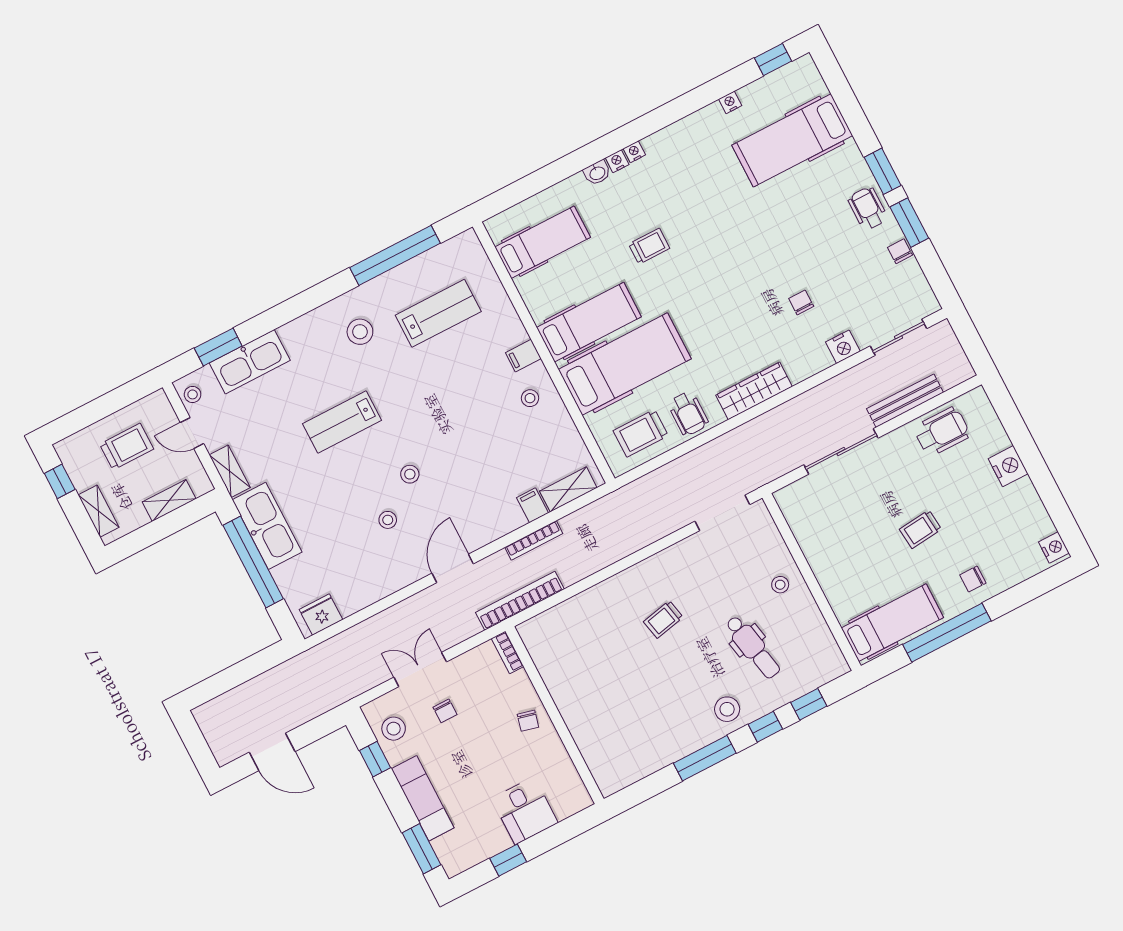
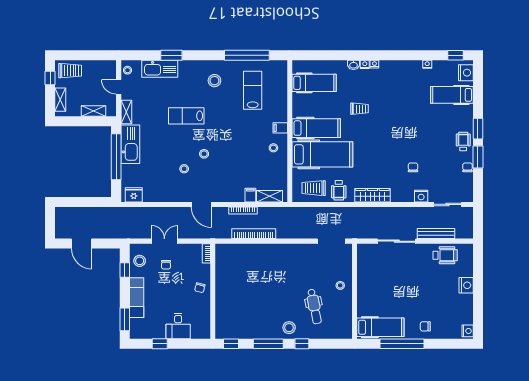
nightstand: (808, 81) -> (466, 73), added
hospital bed: (792, 140) -> (452, 95), width x0.73, depth x0.78
lab bench: (438, 313) -> (253, 90), turned -90
window: (218, 347) -> (171, 55), moved
trolley: (127, 447) -> (70, 71), moved
trolley: (920, 529) -> (414, 293), removed
door: (453, 568) -> (201, 204), swing flipped
bookcase: (520, 601) -> (254, 234), moved
trolley: (663, 619) -> (282, 274), removed
window: (809, 704) -> (231, 344), moved

